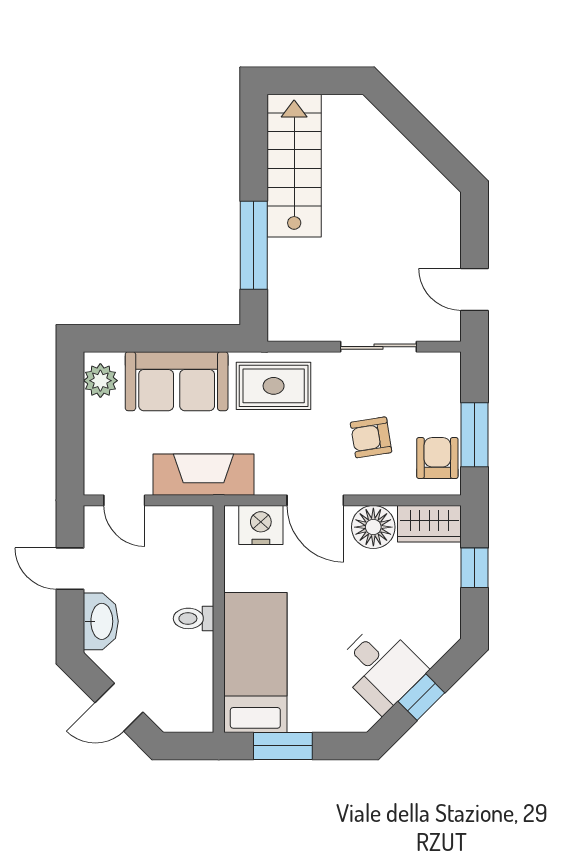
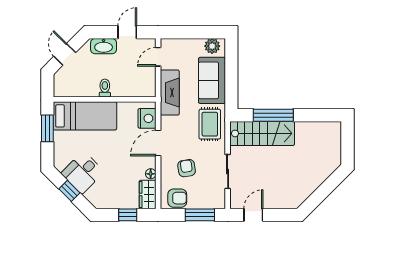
stairs: (294, 166) -> (262, 133), moved
window: (474, 435) -> (200, 215), moved
floor lamp: (373, 527) -> (151, 174), width x0.53, depth x0.53

